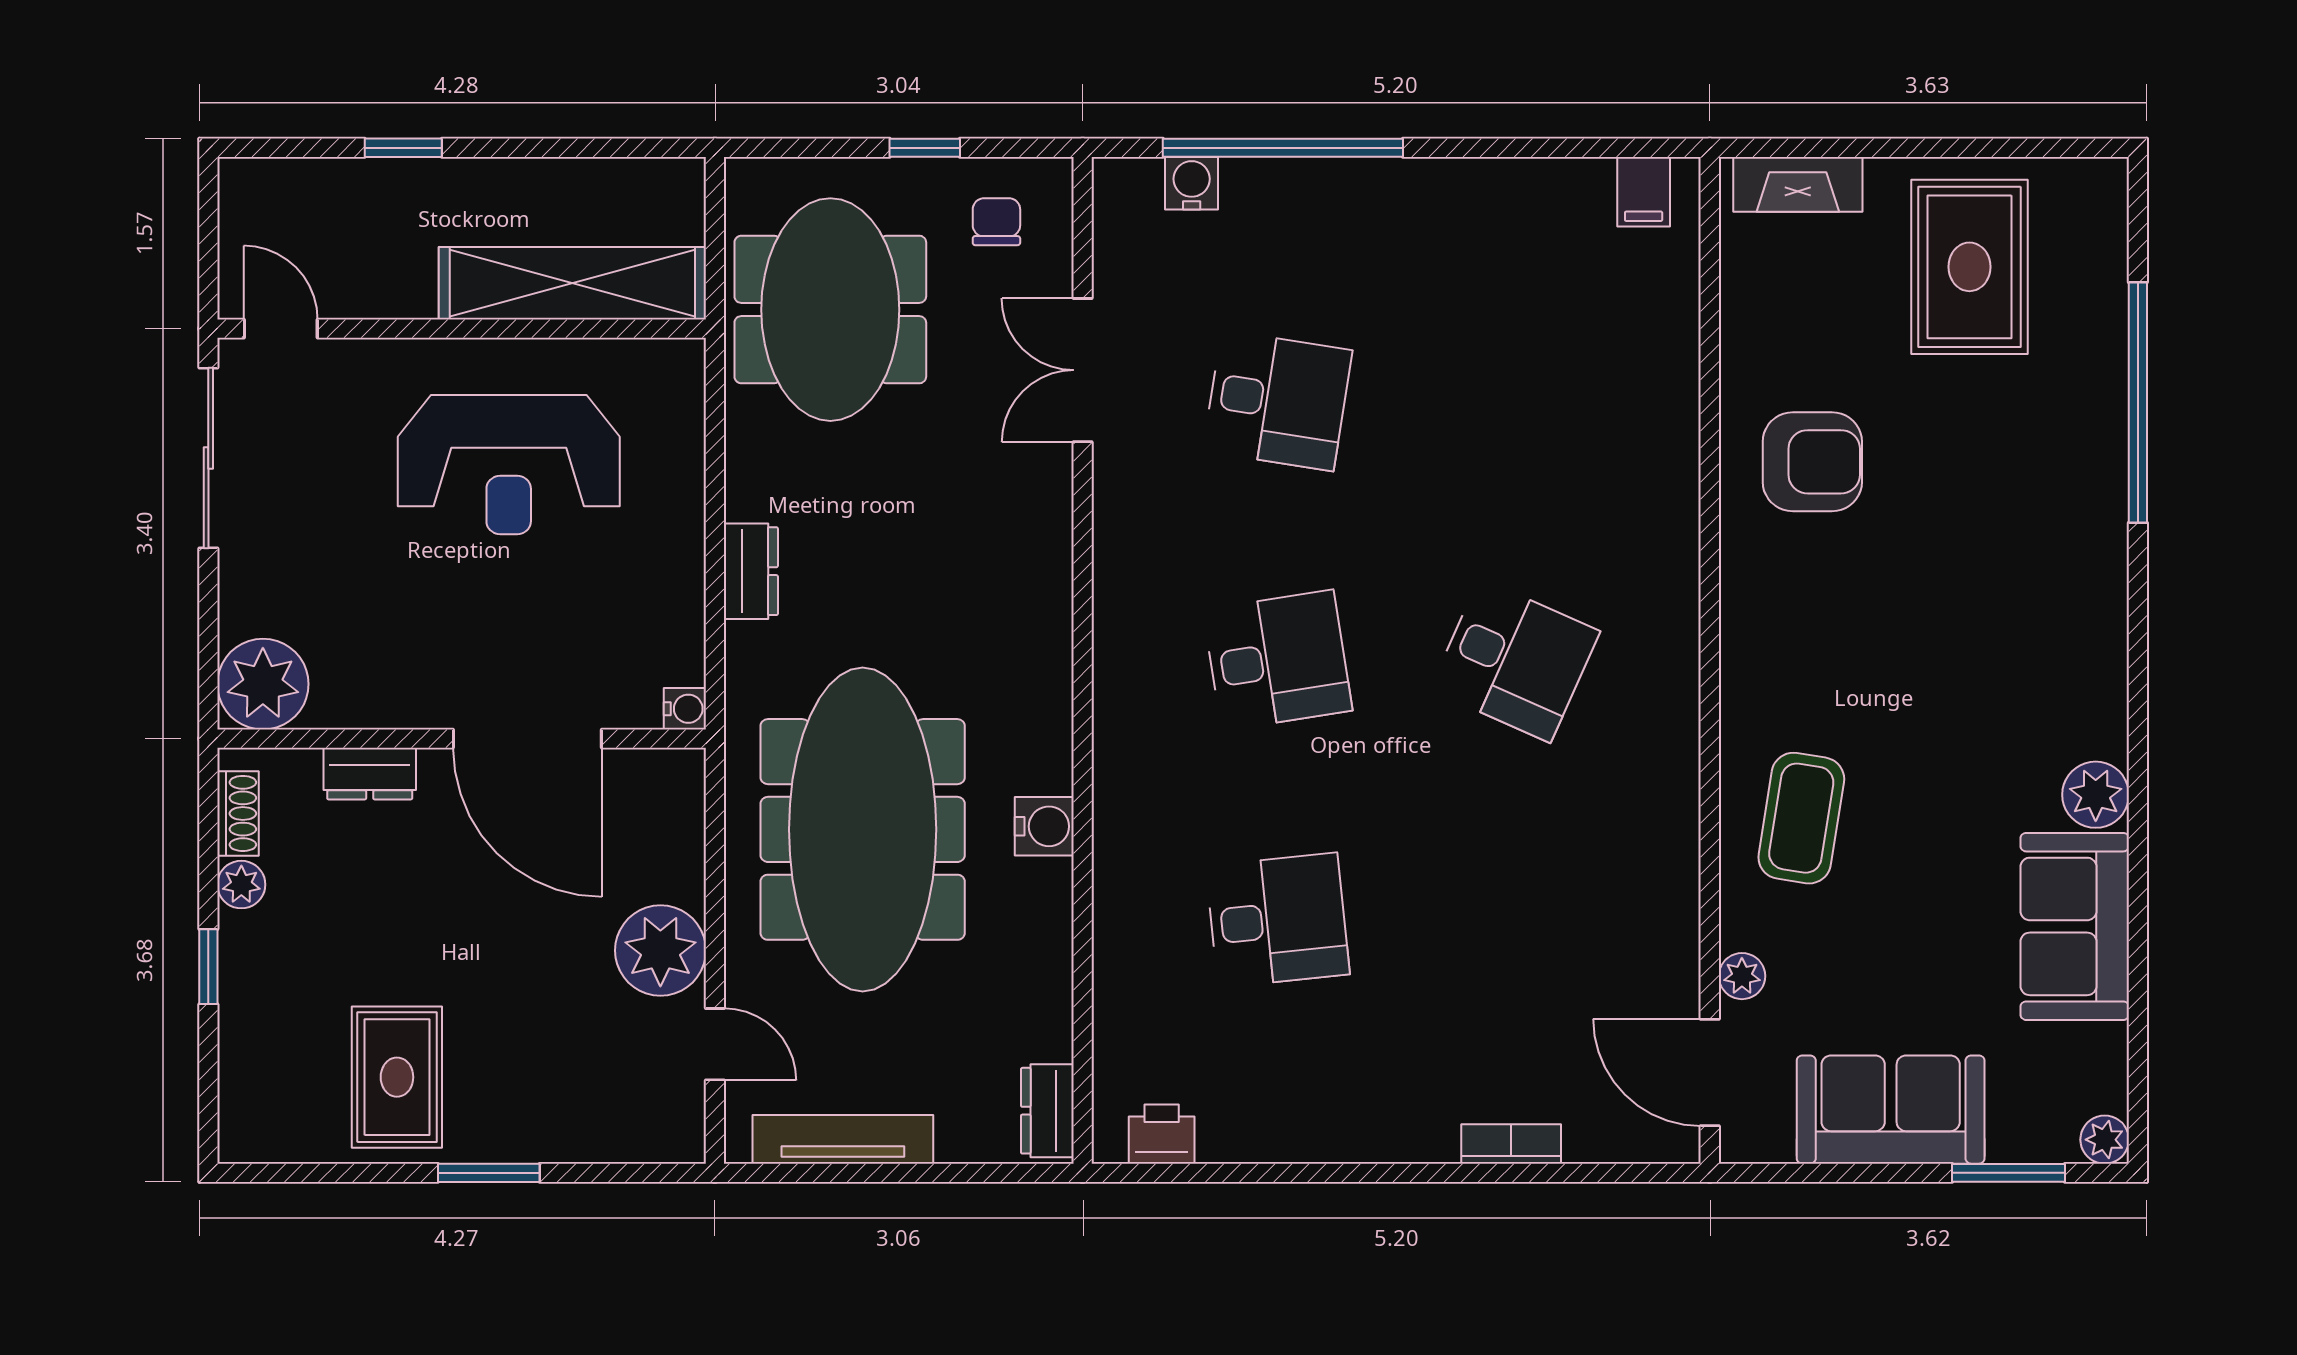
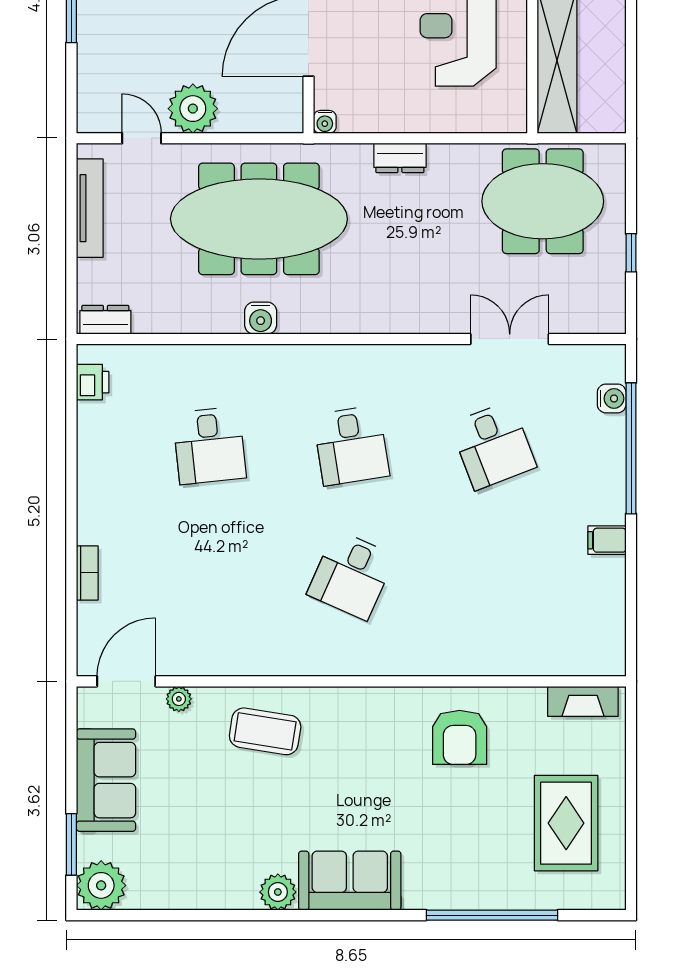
fireplace: (1798, 184) -> (583, 701), moved, turned -90
filing cabinet: (1644, 192) -> (607, 540), moved
chair: (996, 222) -> (591, 292), removed
rug: (1969, 267) -> (566, 823), turned 90
desk: (1278, 400) -> (493, 445), turned -30
sofa: (2075, 926) -> (350, 881), moved
door: (715, 1044) -> (142, 138), swing flipped
plant: (2105, 1140) -> (101, 885), width x1.87, depth x1.87

